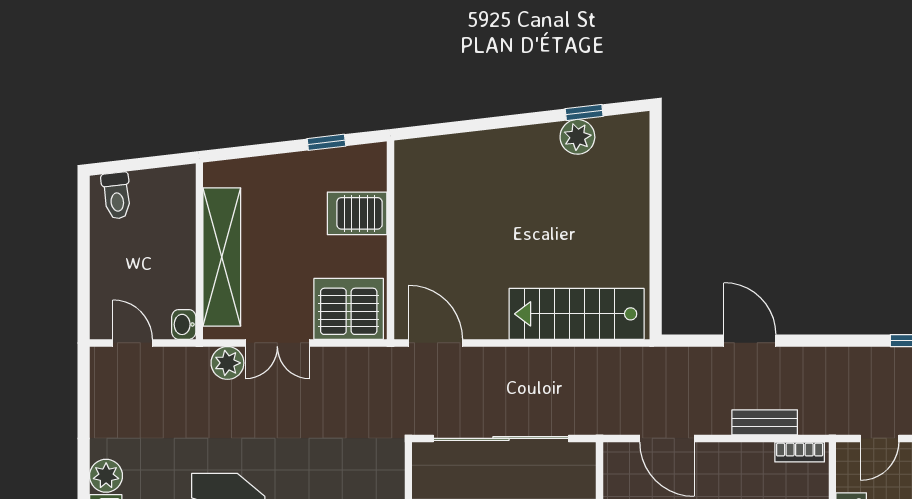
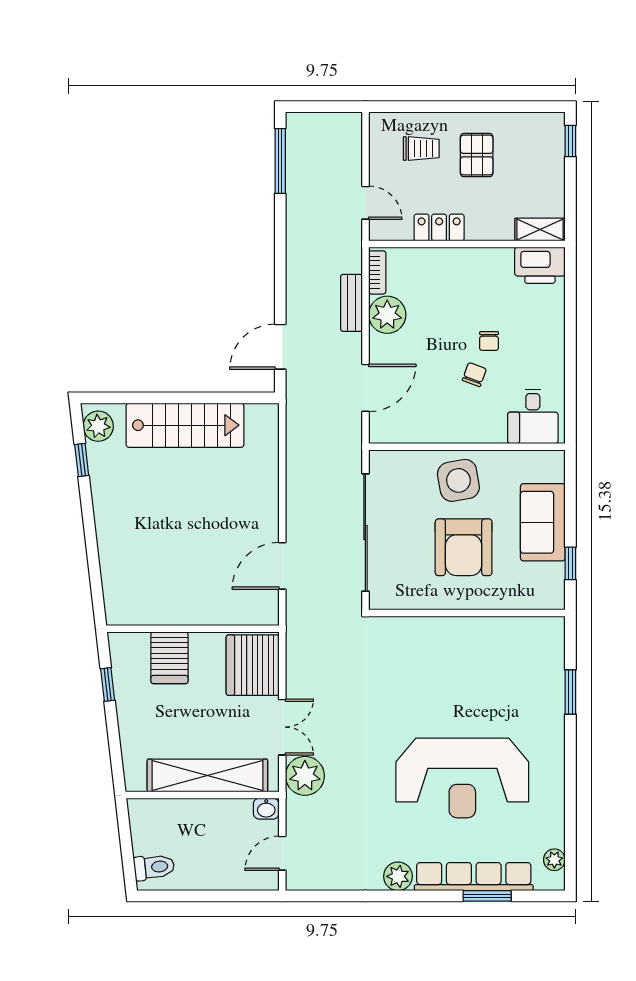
plant: (577, 137) -> (98, 426), moved
stairs: (577, 314) -> (185, 425), moved, turned -90
door: (750, 341) -> (280, 347), moved
door: (436, 343) -> (282, 566), moved
plant: (227, 363) -> (305, 776), width x1.36, depth x1.36
plant: (751, 463) -> (387, 315), added

